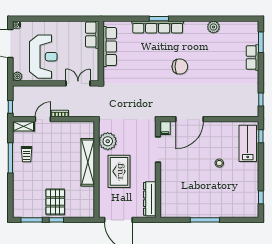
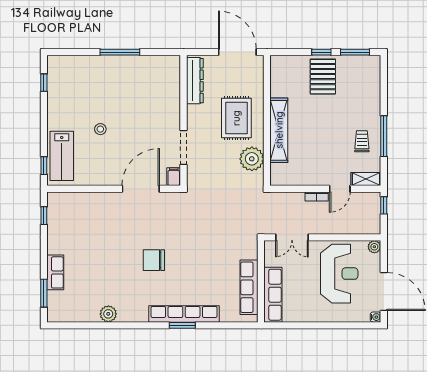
row of seats: (92, 35) -> (273, 295), width x1.48
reception desk: (43, 57) -> (339, 274), turned 180

